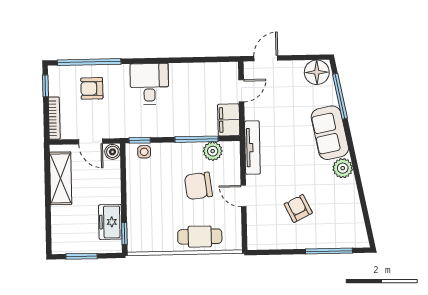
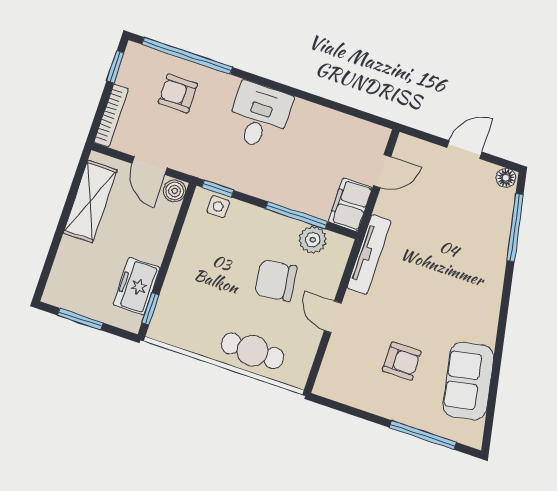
door: (266, 58) -> (464, 150), moved
floor lamp: (317, 72) -> (506, 178), width x0.53, depth x0.53
sofa: (330, 133) -> (468, 381), moved
plant: (343, 168) -> (483, 328), removed
armchair: (298, 208) -> (402, 361), turned 116

